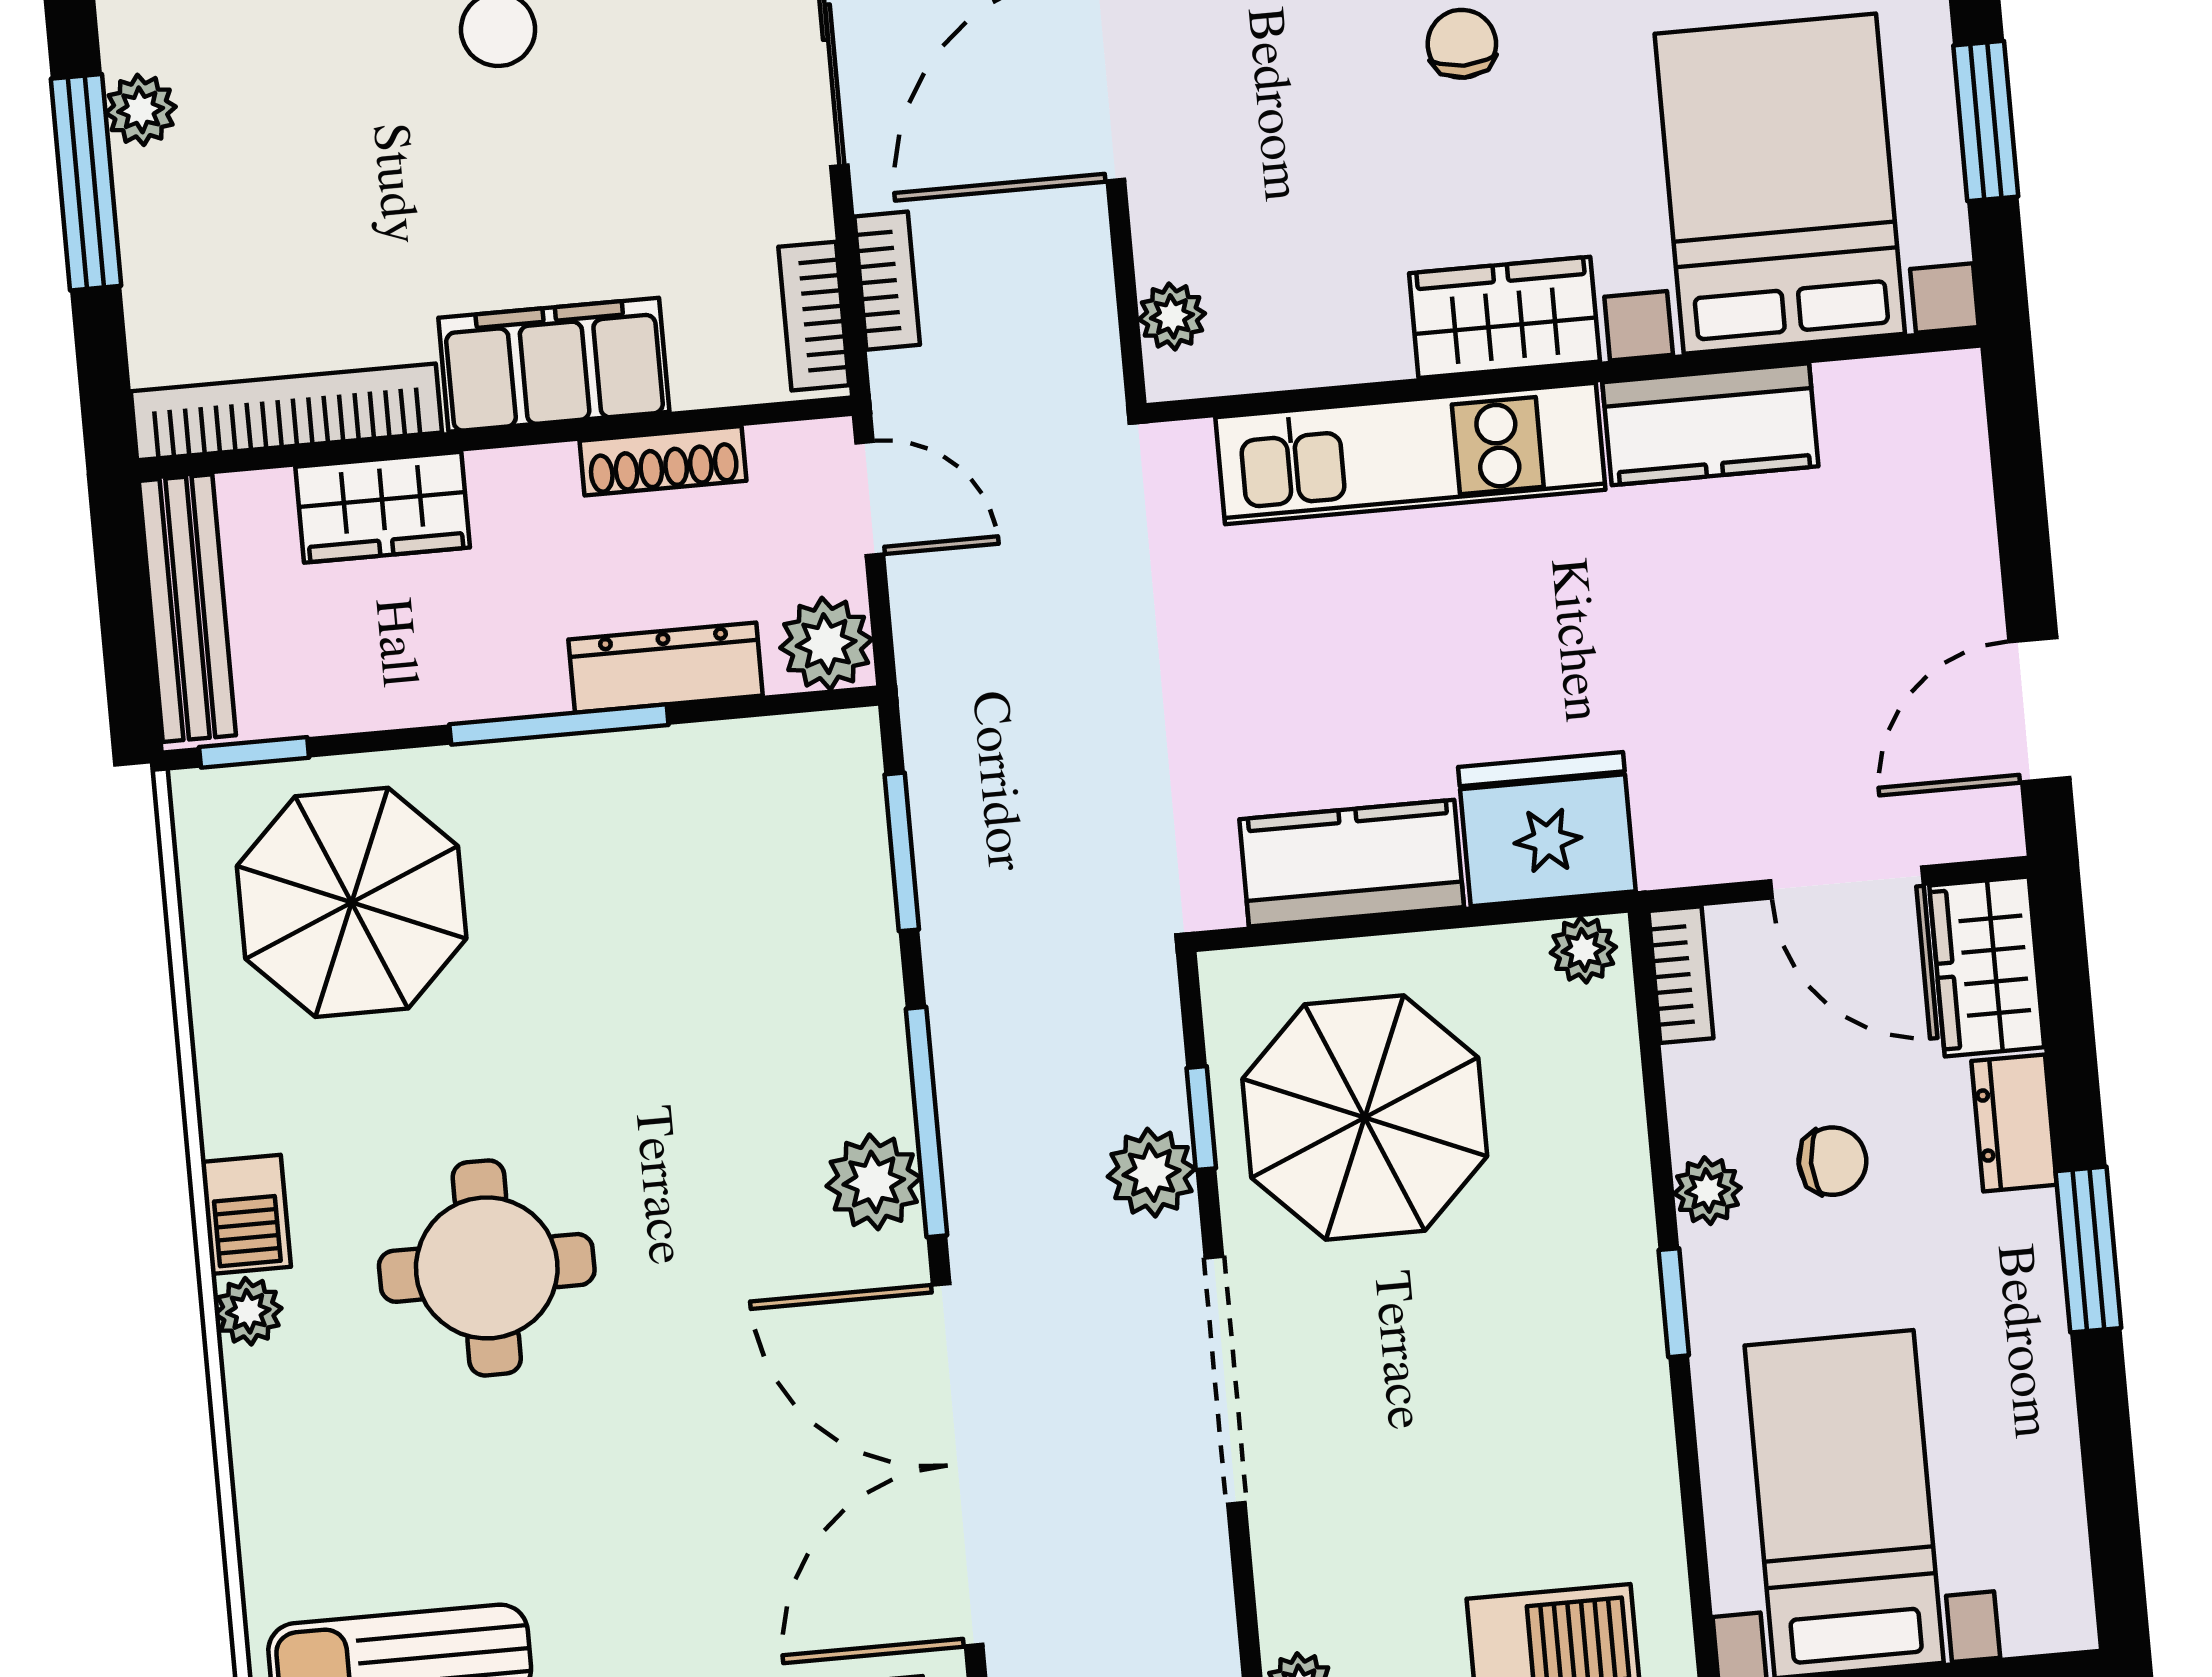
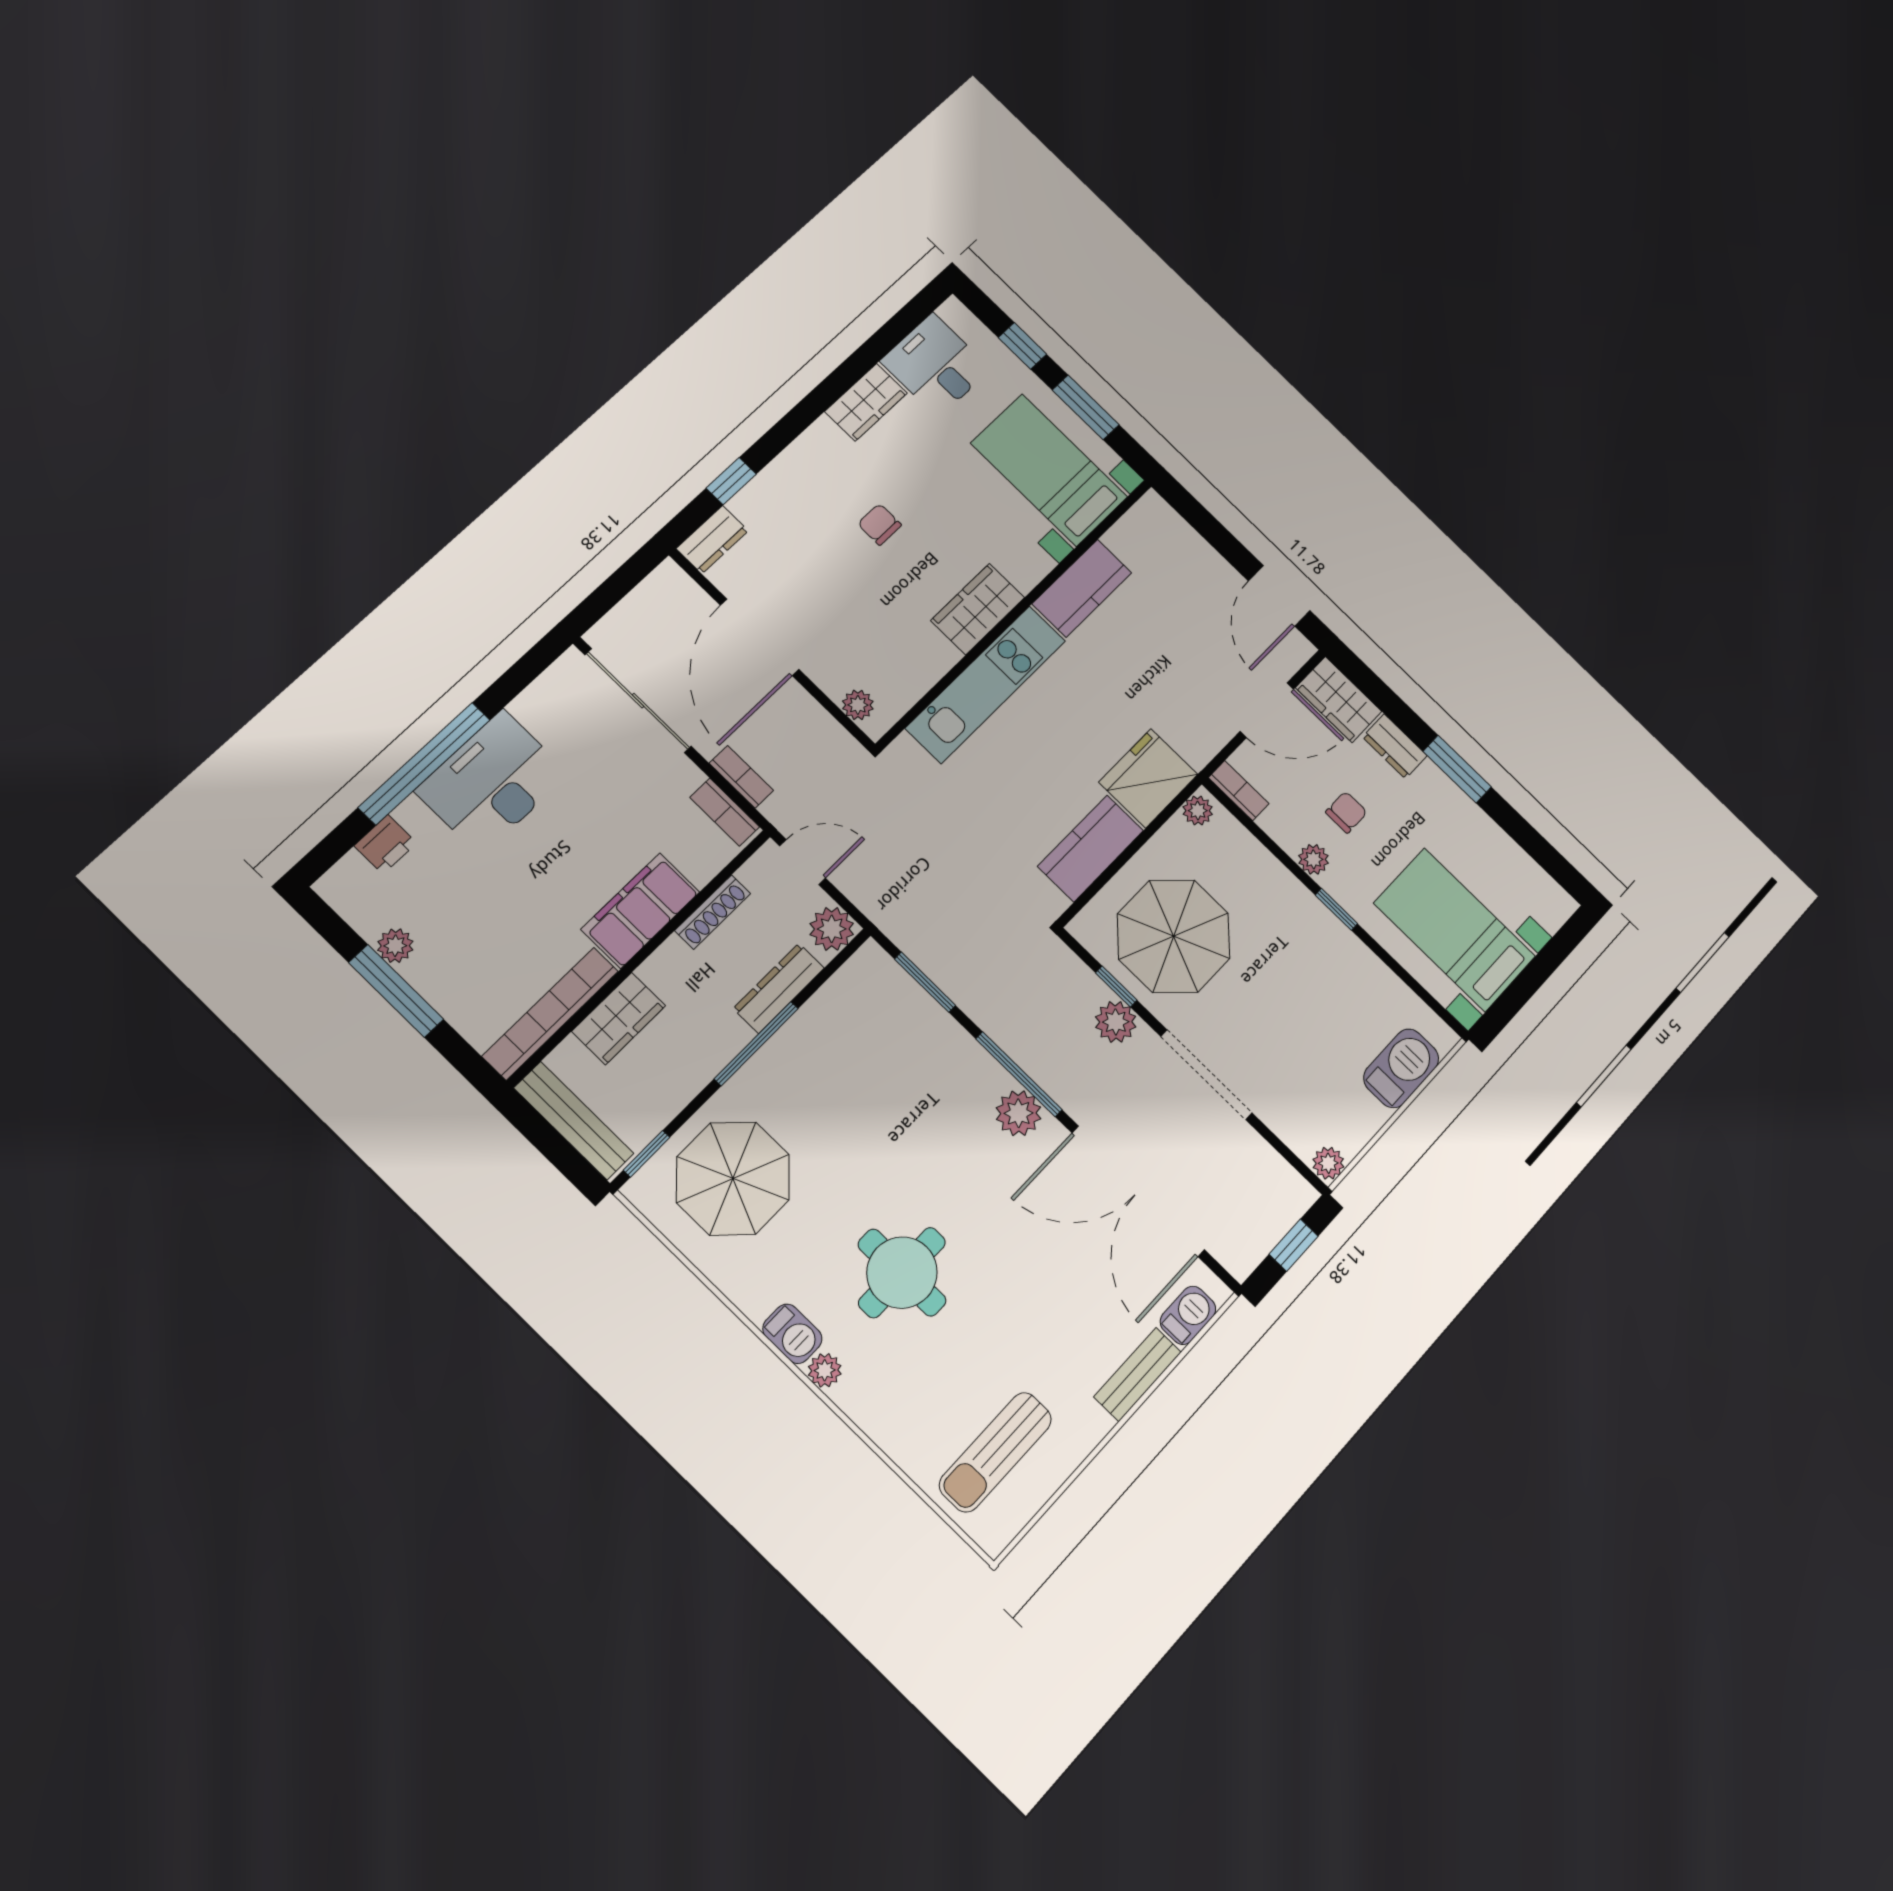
bed with nightstands: (1780, 184) -> (1049, 470), width x0.73

